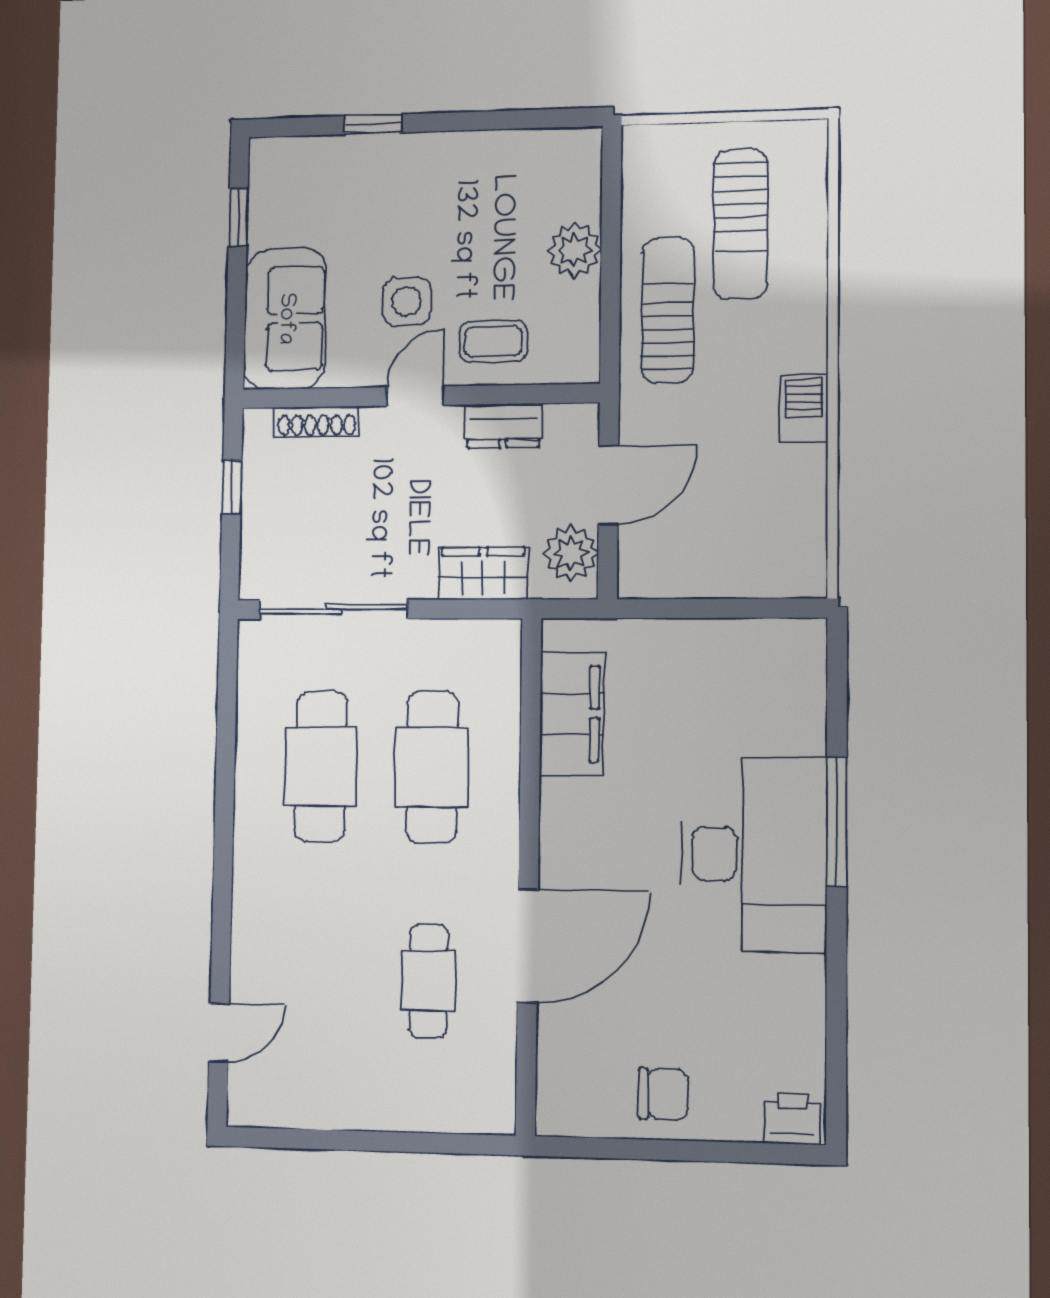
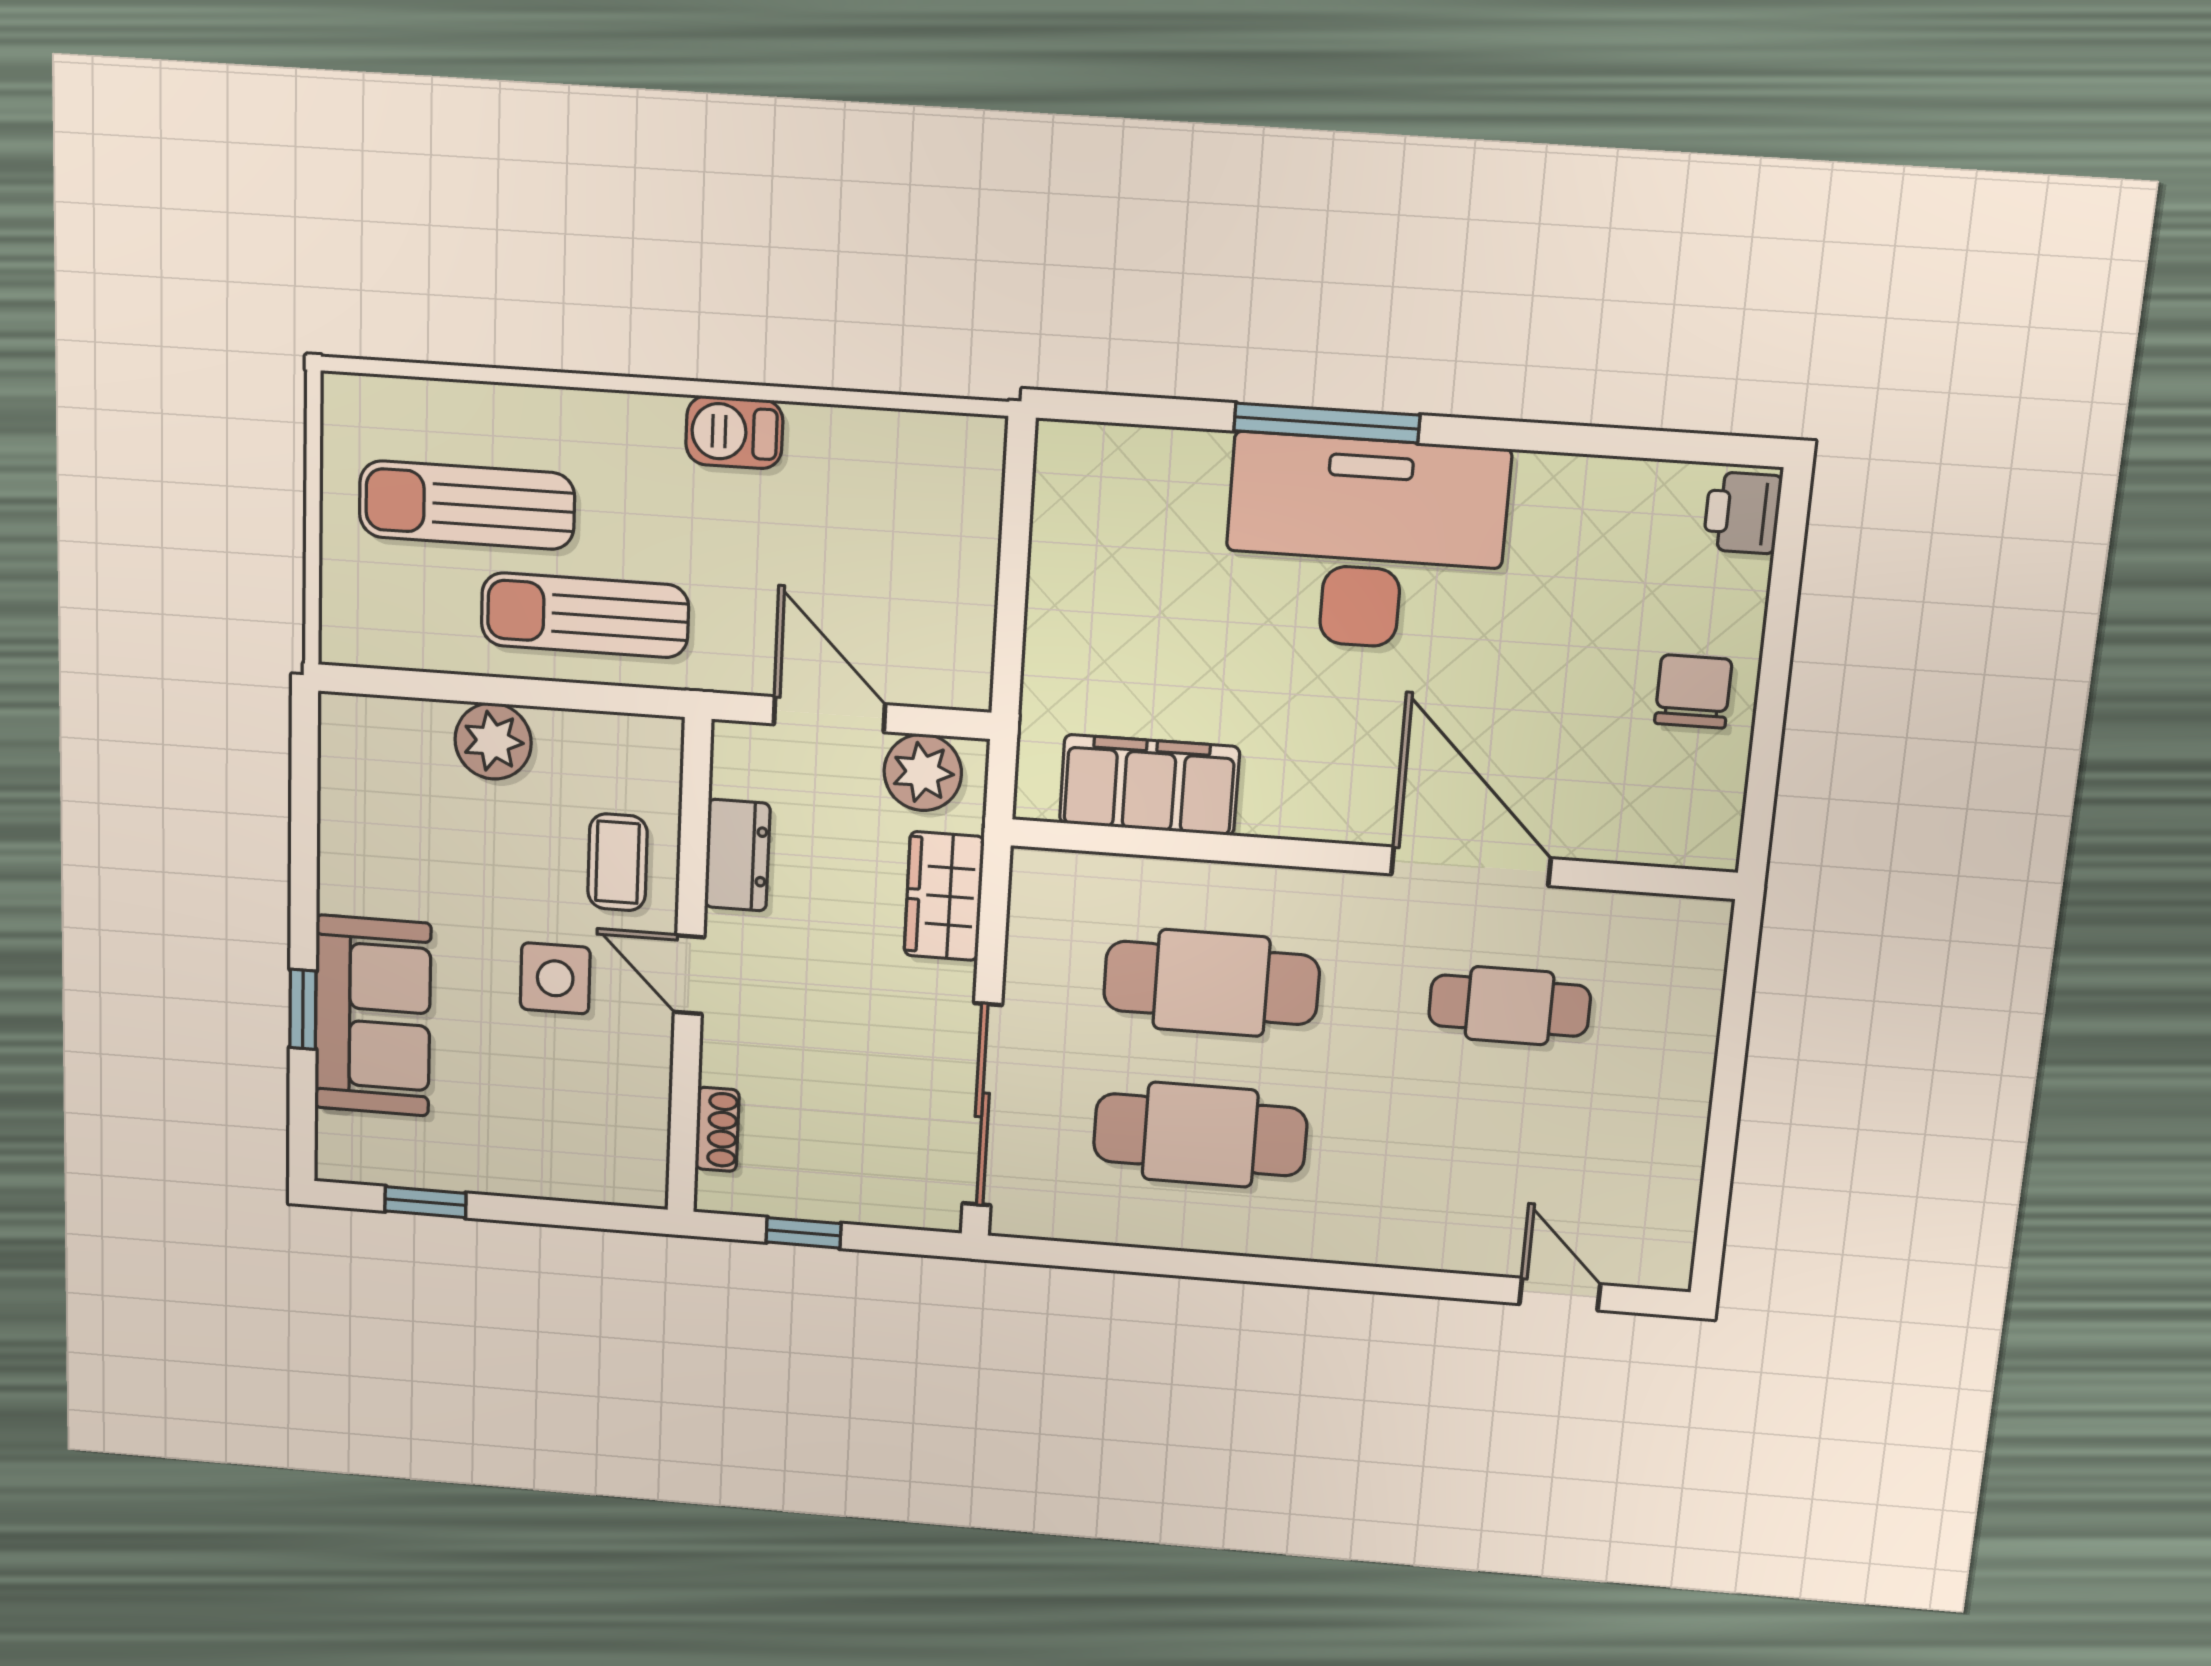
sun lounger: (741, 224) -> (467, 505), turned 180
sofa: (285, 319) -> (373, 1016), moved, turned 90
shoe rack: (317, 421) -> (717, 1129), width x0.70

